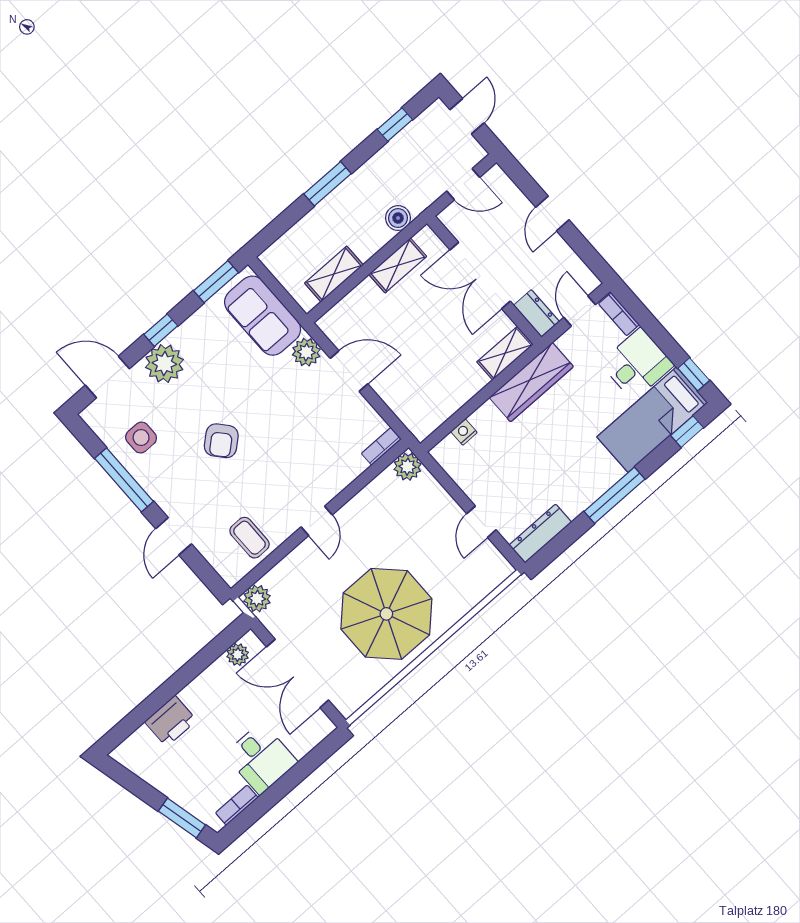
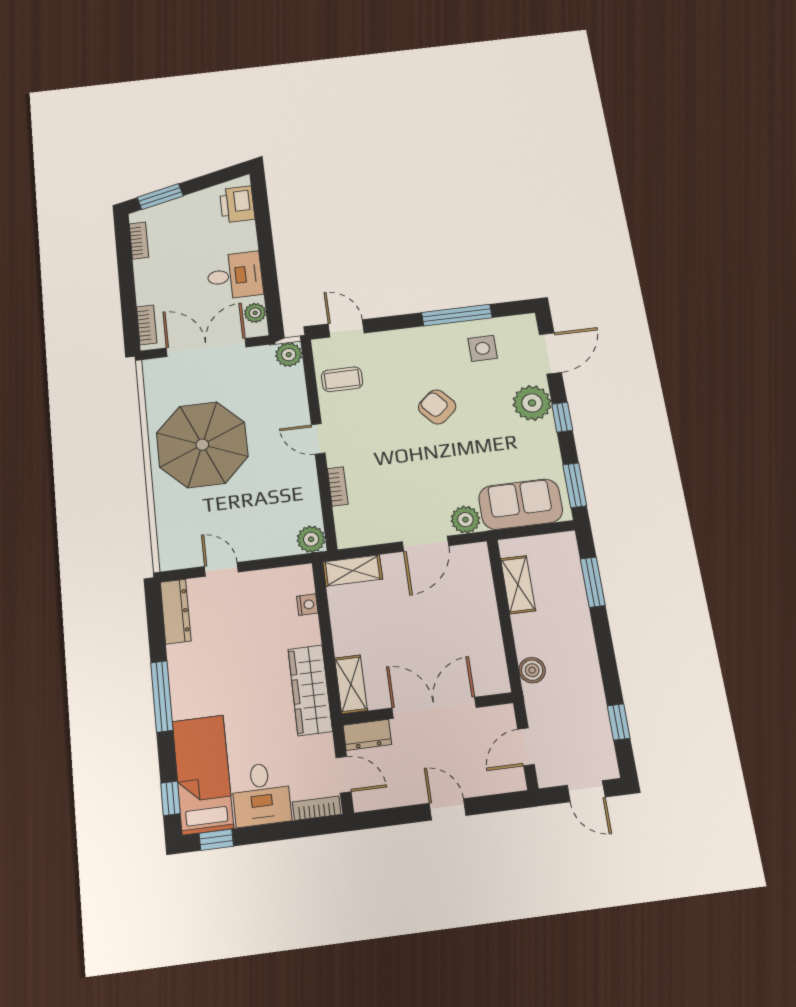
window: (327, 184) -> (593, 582), moved
shelving: (398, 265) -> (353, 570), moved, turned 90
bookcase: (381, 446) -> (338, 486), moved
door: (174, 536) -> (346, 328), moved
printer: (171, 721) -> (237, 204), moved
bookcase: (311, 740) -> (147, 325), added
desk: (261, 758) -> (235, 276), moved, turned 180

